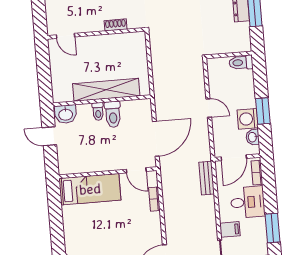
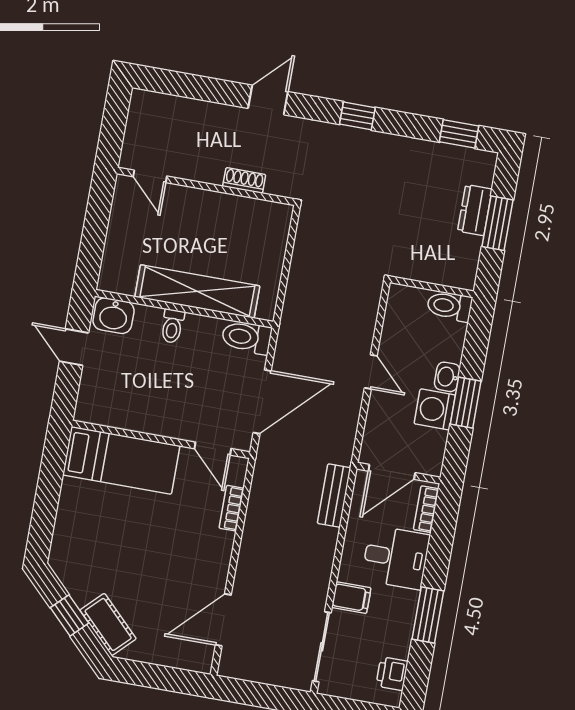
toilet: (113, 114) -> (247, 337), moved, turned 90
washbasin: (253, 137) -> (447, 377), moved

